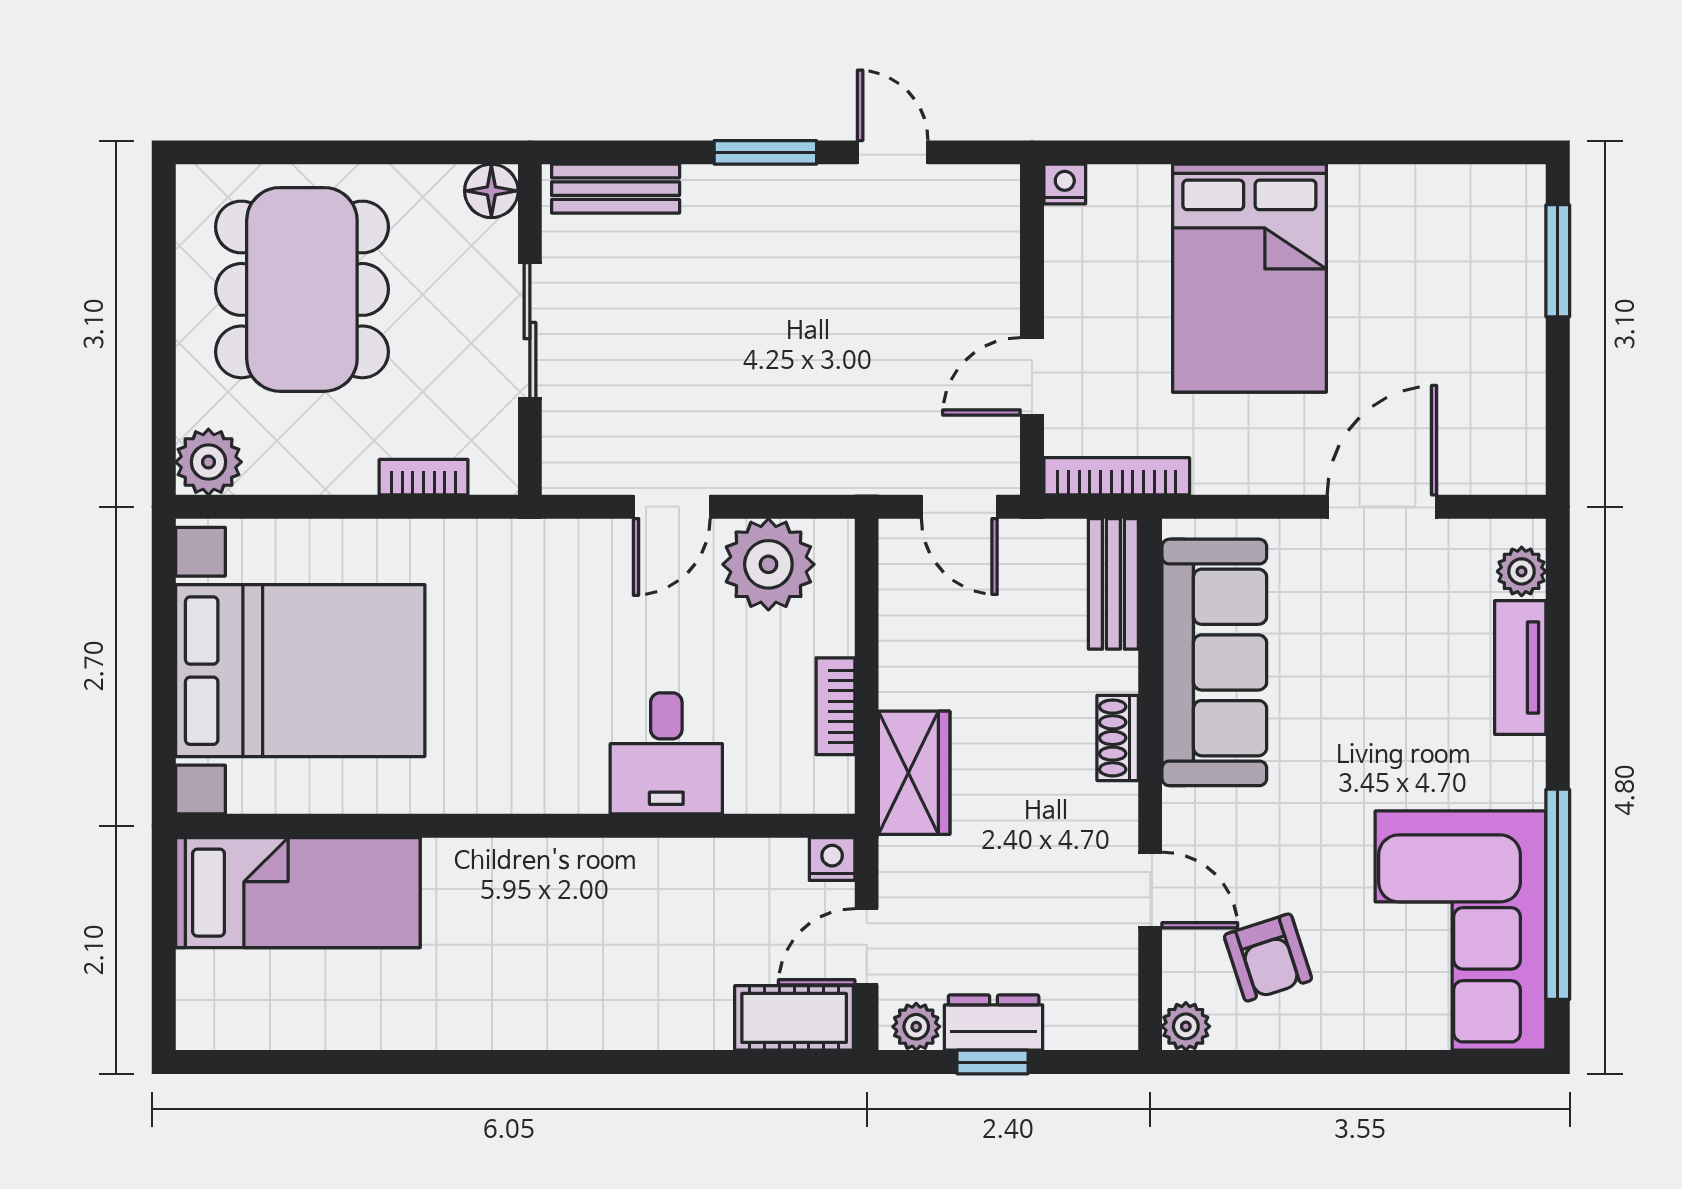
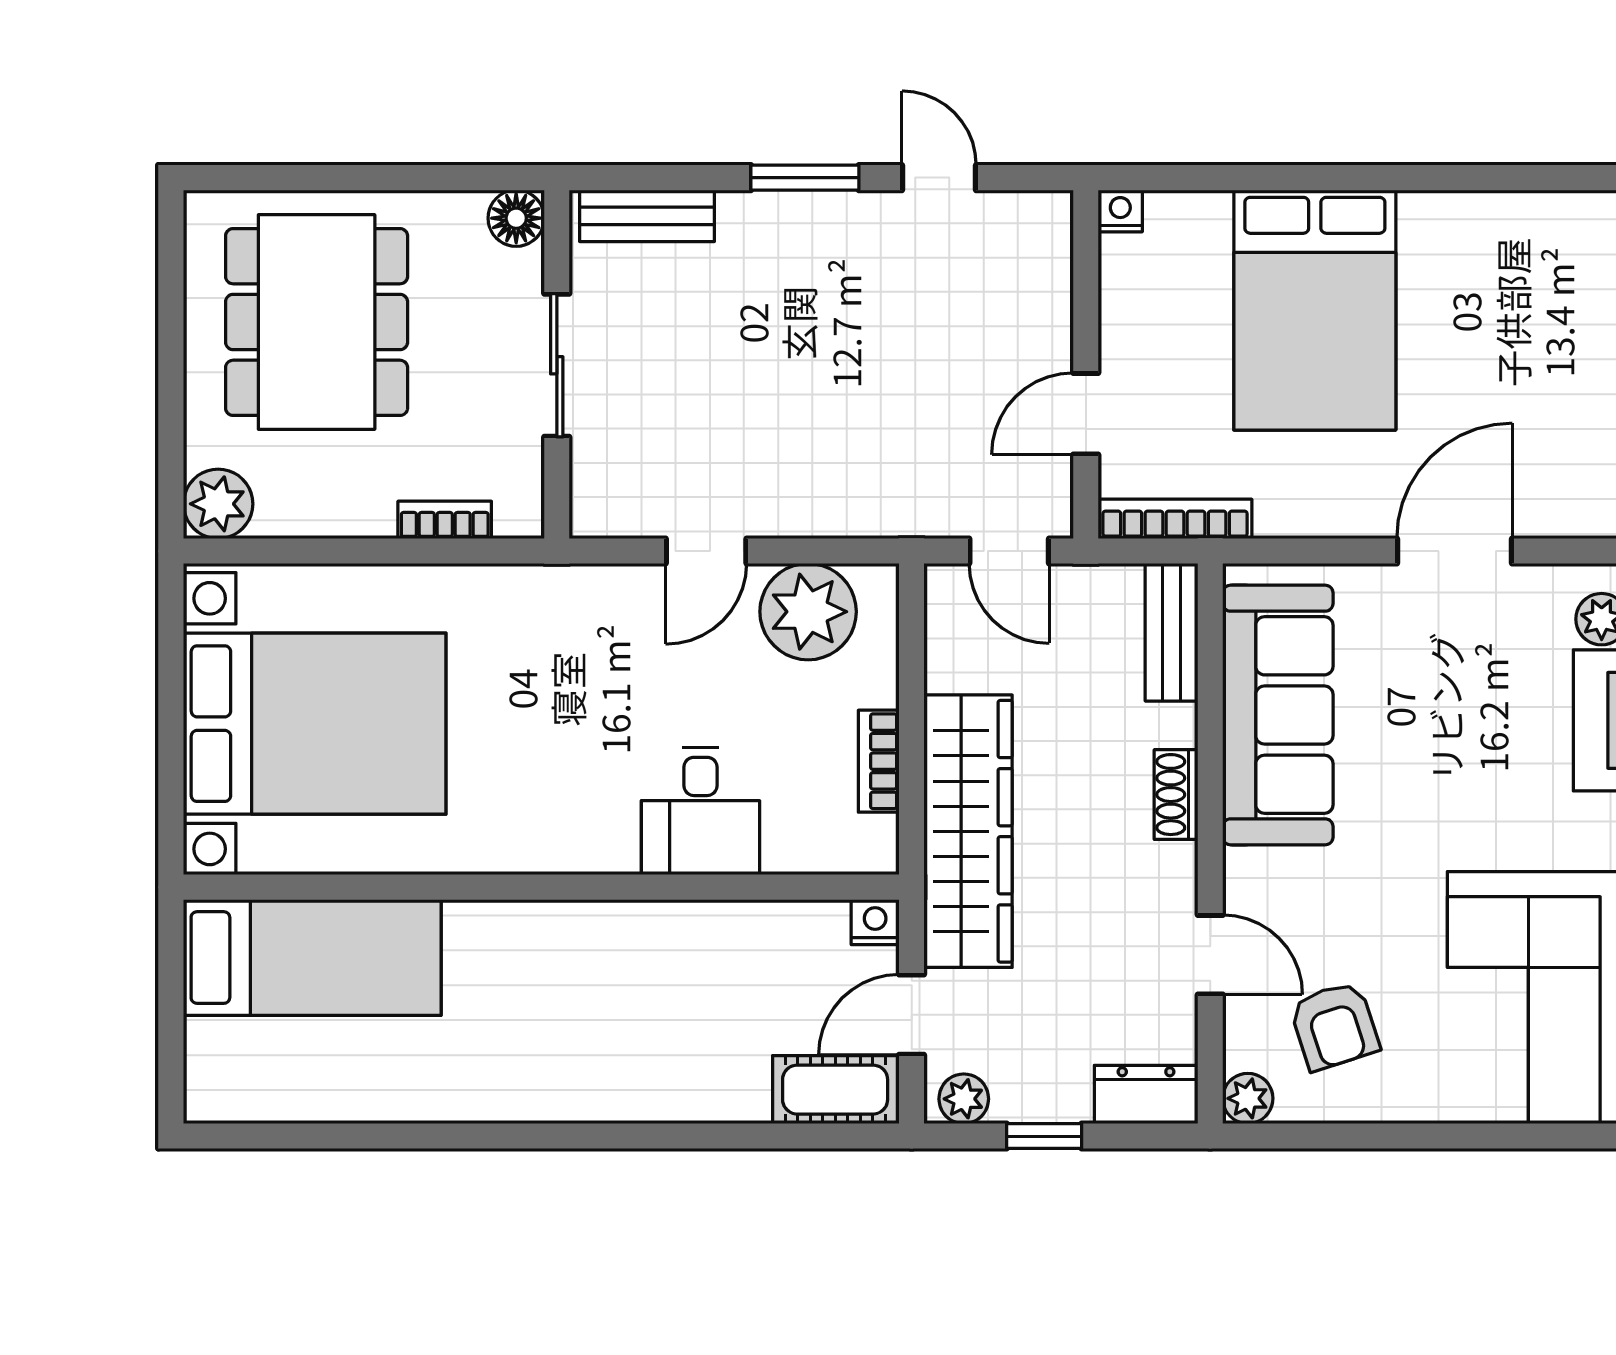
wardrobe: (914, 773) -> (968, 831), width x2.10, depth x1.17
dresser: (994, 1023) -> (1146, 1094), moved

